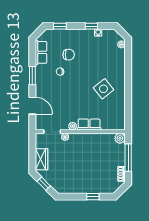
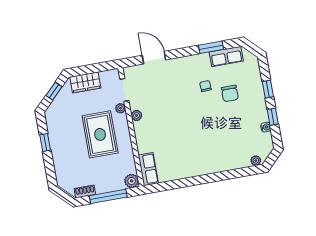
window: (60, 26) -> (268, 89), moved
window: (32, 76) -> (211, 47), moved
side table: (103, 89) -> (193, 147), removed
door: (32, 106) -> (154, 58), swing flipped
row of seats: (89, 125) -> (148, 169), moved
rug: (82, 155) -> (100, 134), added
window: (93, 197) -> (45, 142), moved

